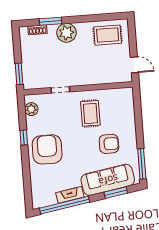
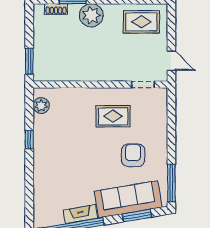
doorway: (60, 90) -> (143, 85), moved
rug: (90, 113) -> (113, 116), turned 90
armchair: (109, 144) -> (133, 155), turned -90
armchair: (47, 149) -> (57, 156), removed

